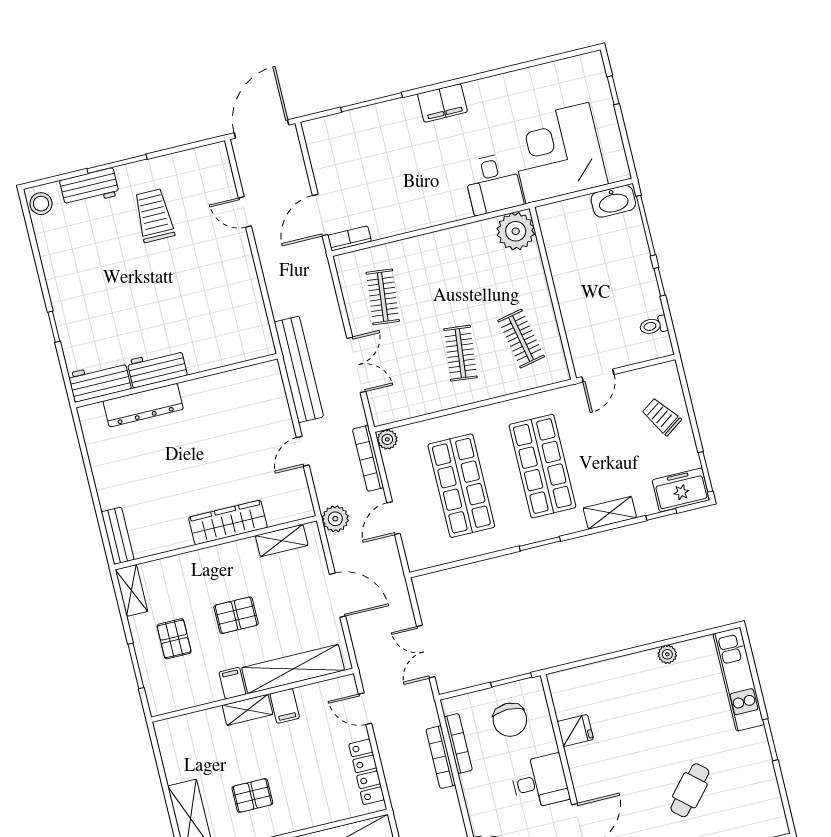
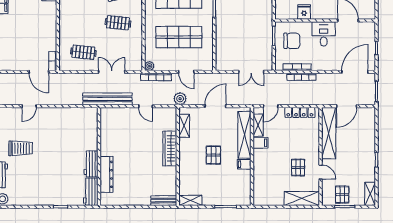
trolley: (154, 216) -> (21, 148), turned 180
pallet: (174, 639) -> (217, 186), removed
shelving: (247, 710) -> (258, 125), moved

